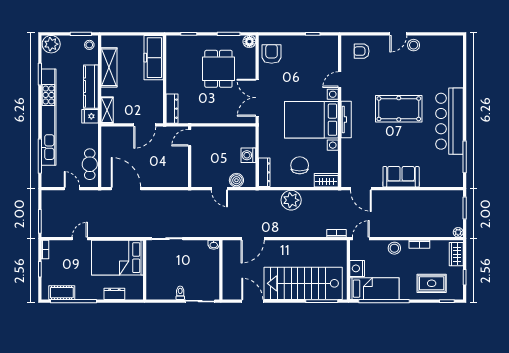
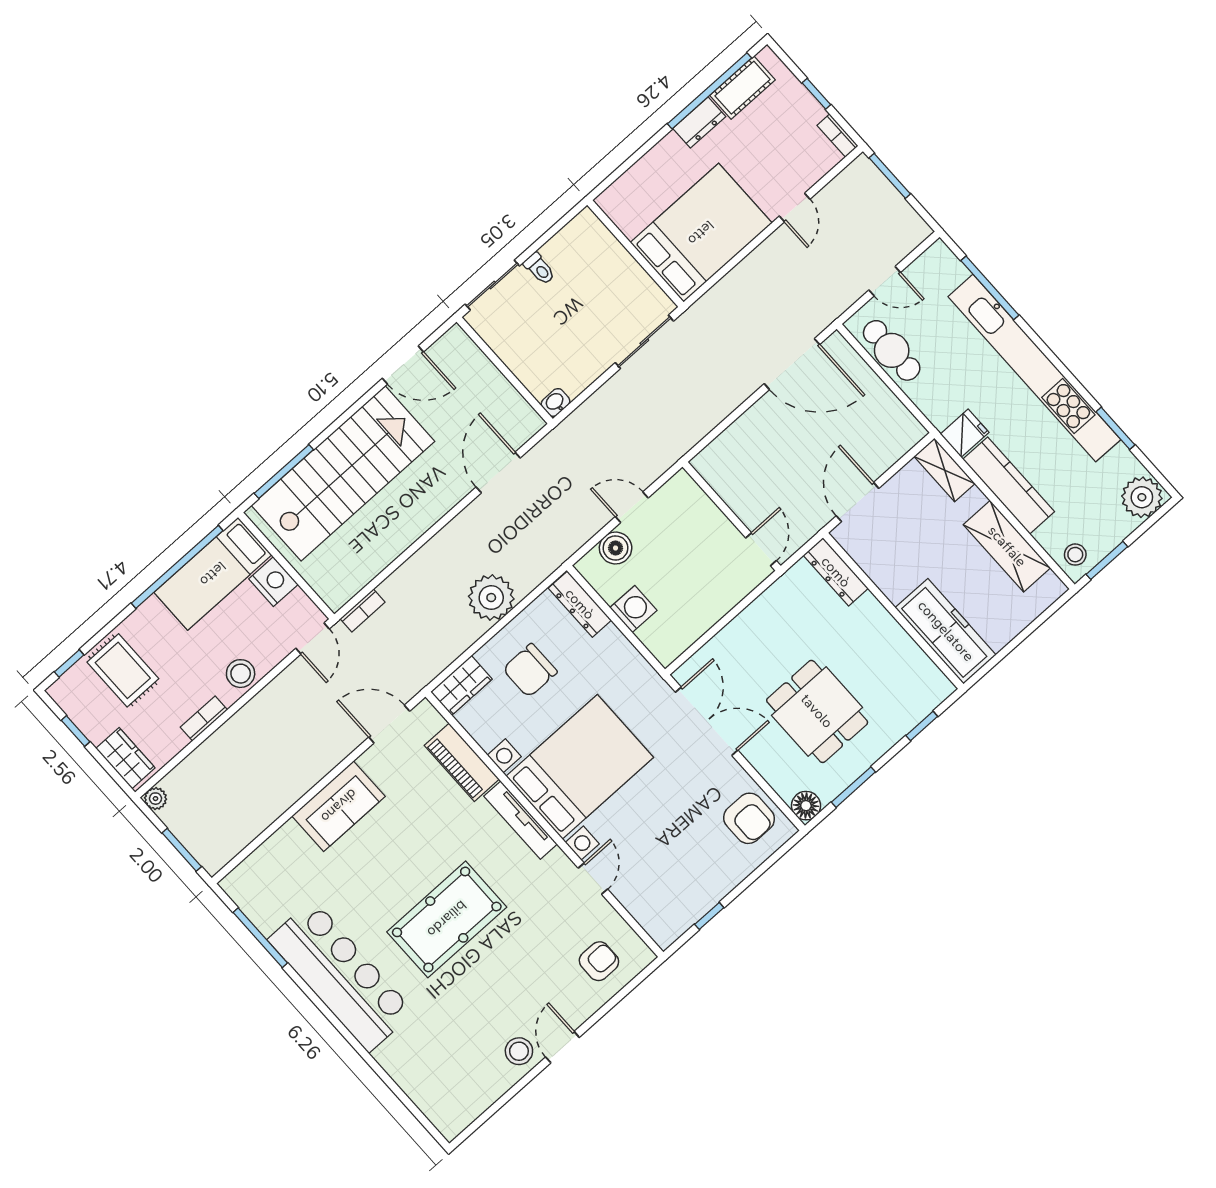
piano: (348, 155) -> (462, 762), added
chair: (300, 165) -> (530, 670), turned 90
rug: (432, 283) -> (123, 670), turned 90
dresser: (114, 294) -> (699, 123), moved

